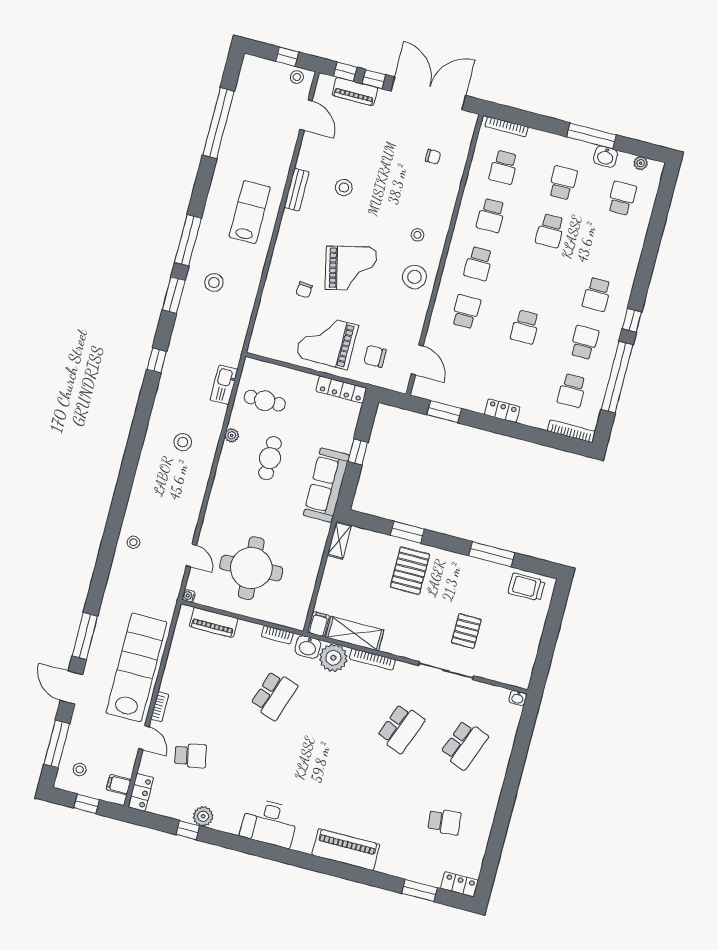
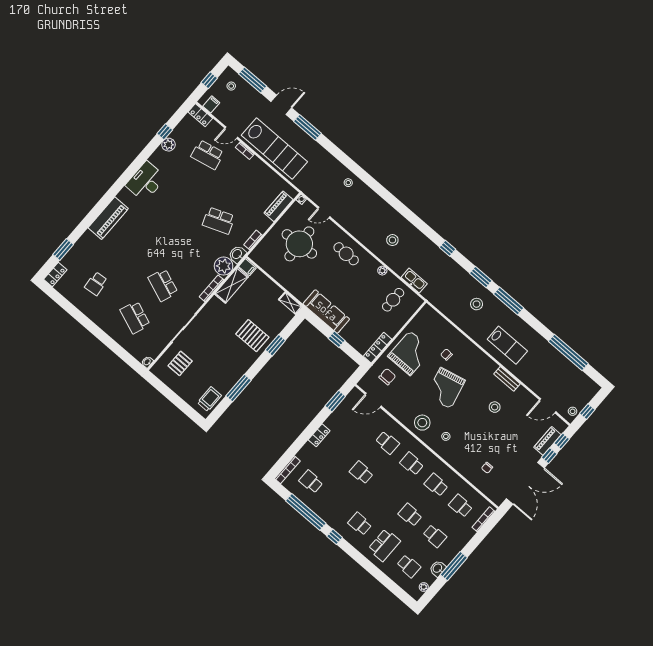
school desk: (584, 342) -> (384, 545), moved, width x1.85
cafe table: (270, 458) -> (346, 254), moved
pallet: (466, 631) -> (180, 363), moved, turned 90
school desk: (274, 695) -> (219, 221), turned -39
school desk: (191, 756) -> (207, 155), width x1.85

